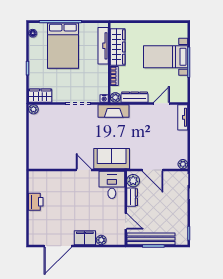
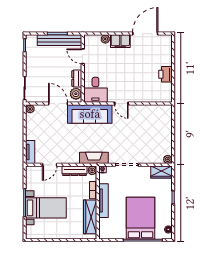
tv unit: (103, 46) -> (103, 201), moved
sofa: (112, 159) -> (90, 114), width x1.36

